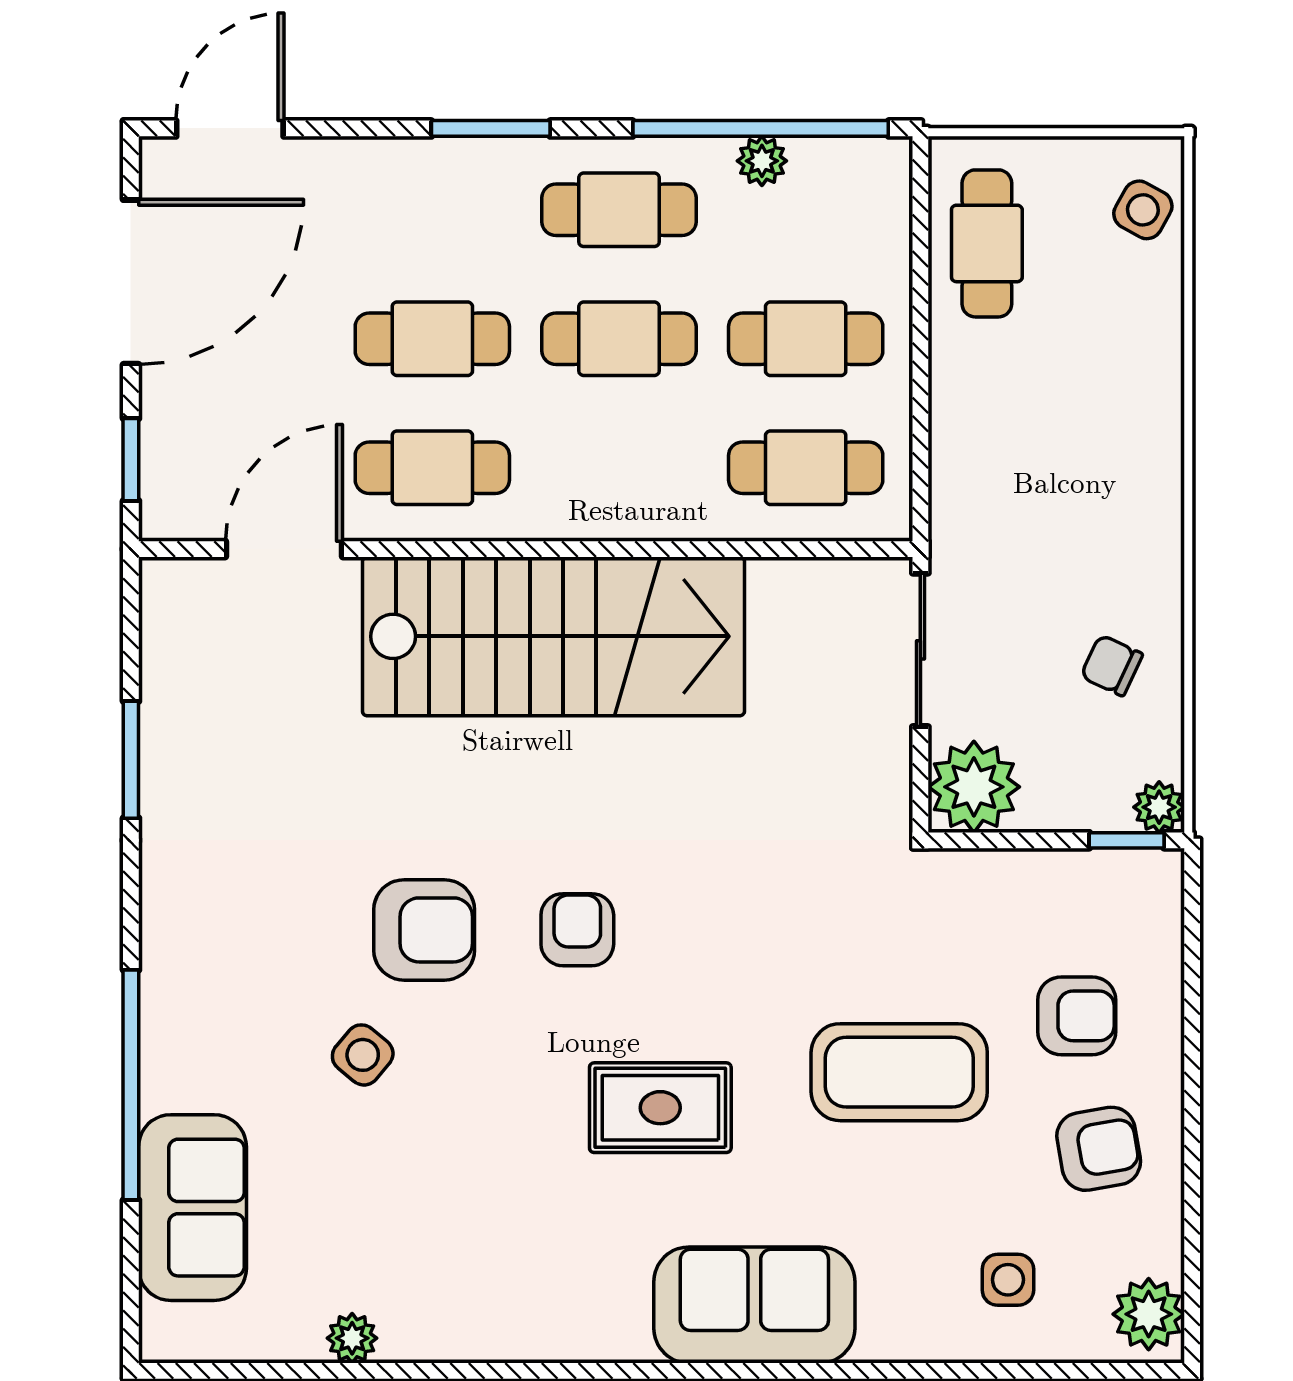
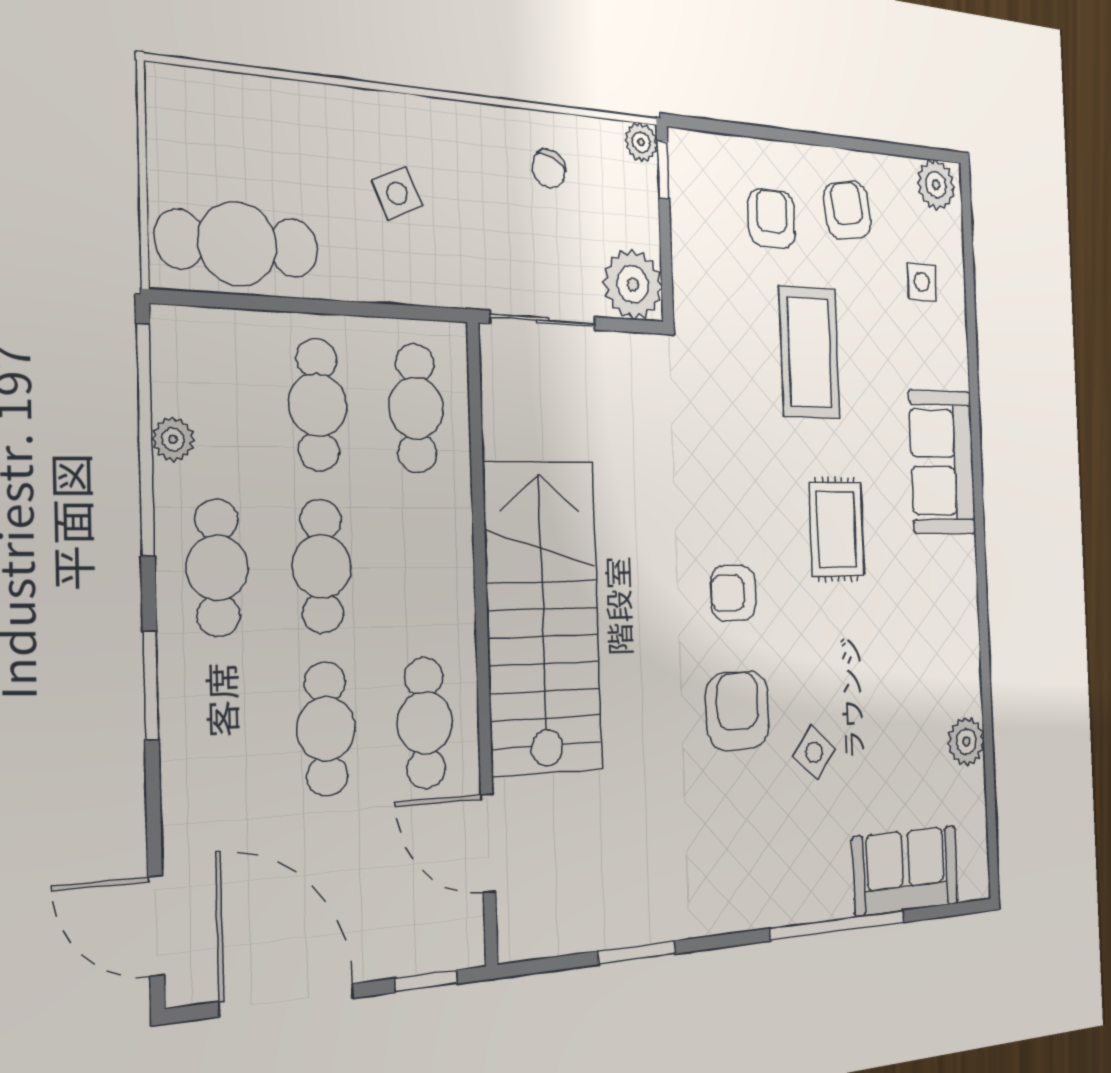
side table: (1143, 210) -> (397, 193), moved, turned 36
cafe table: (987, 243) -> (237, 243), width x1.37, depth x1.35
plant: (352, 1338) -> (966, 742), width x1.38, depth x1.38

